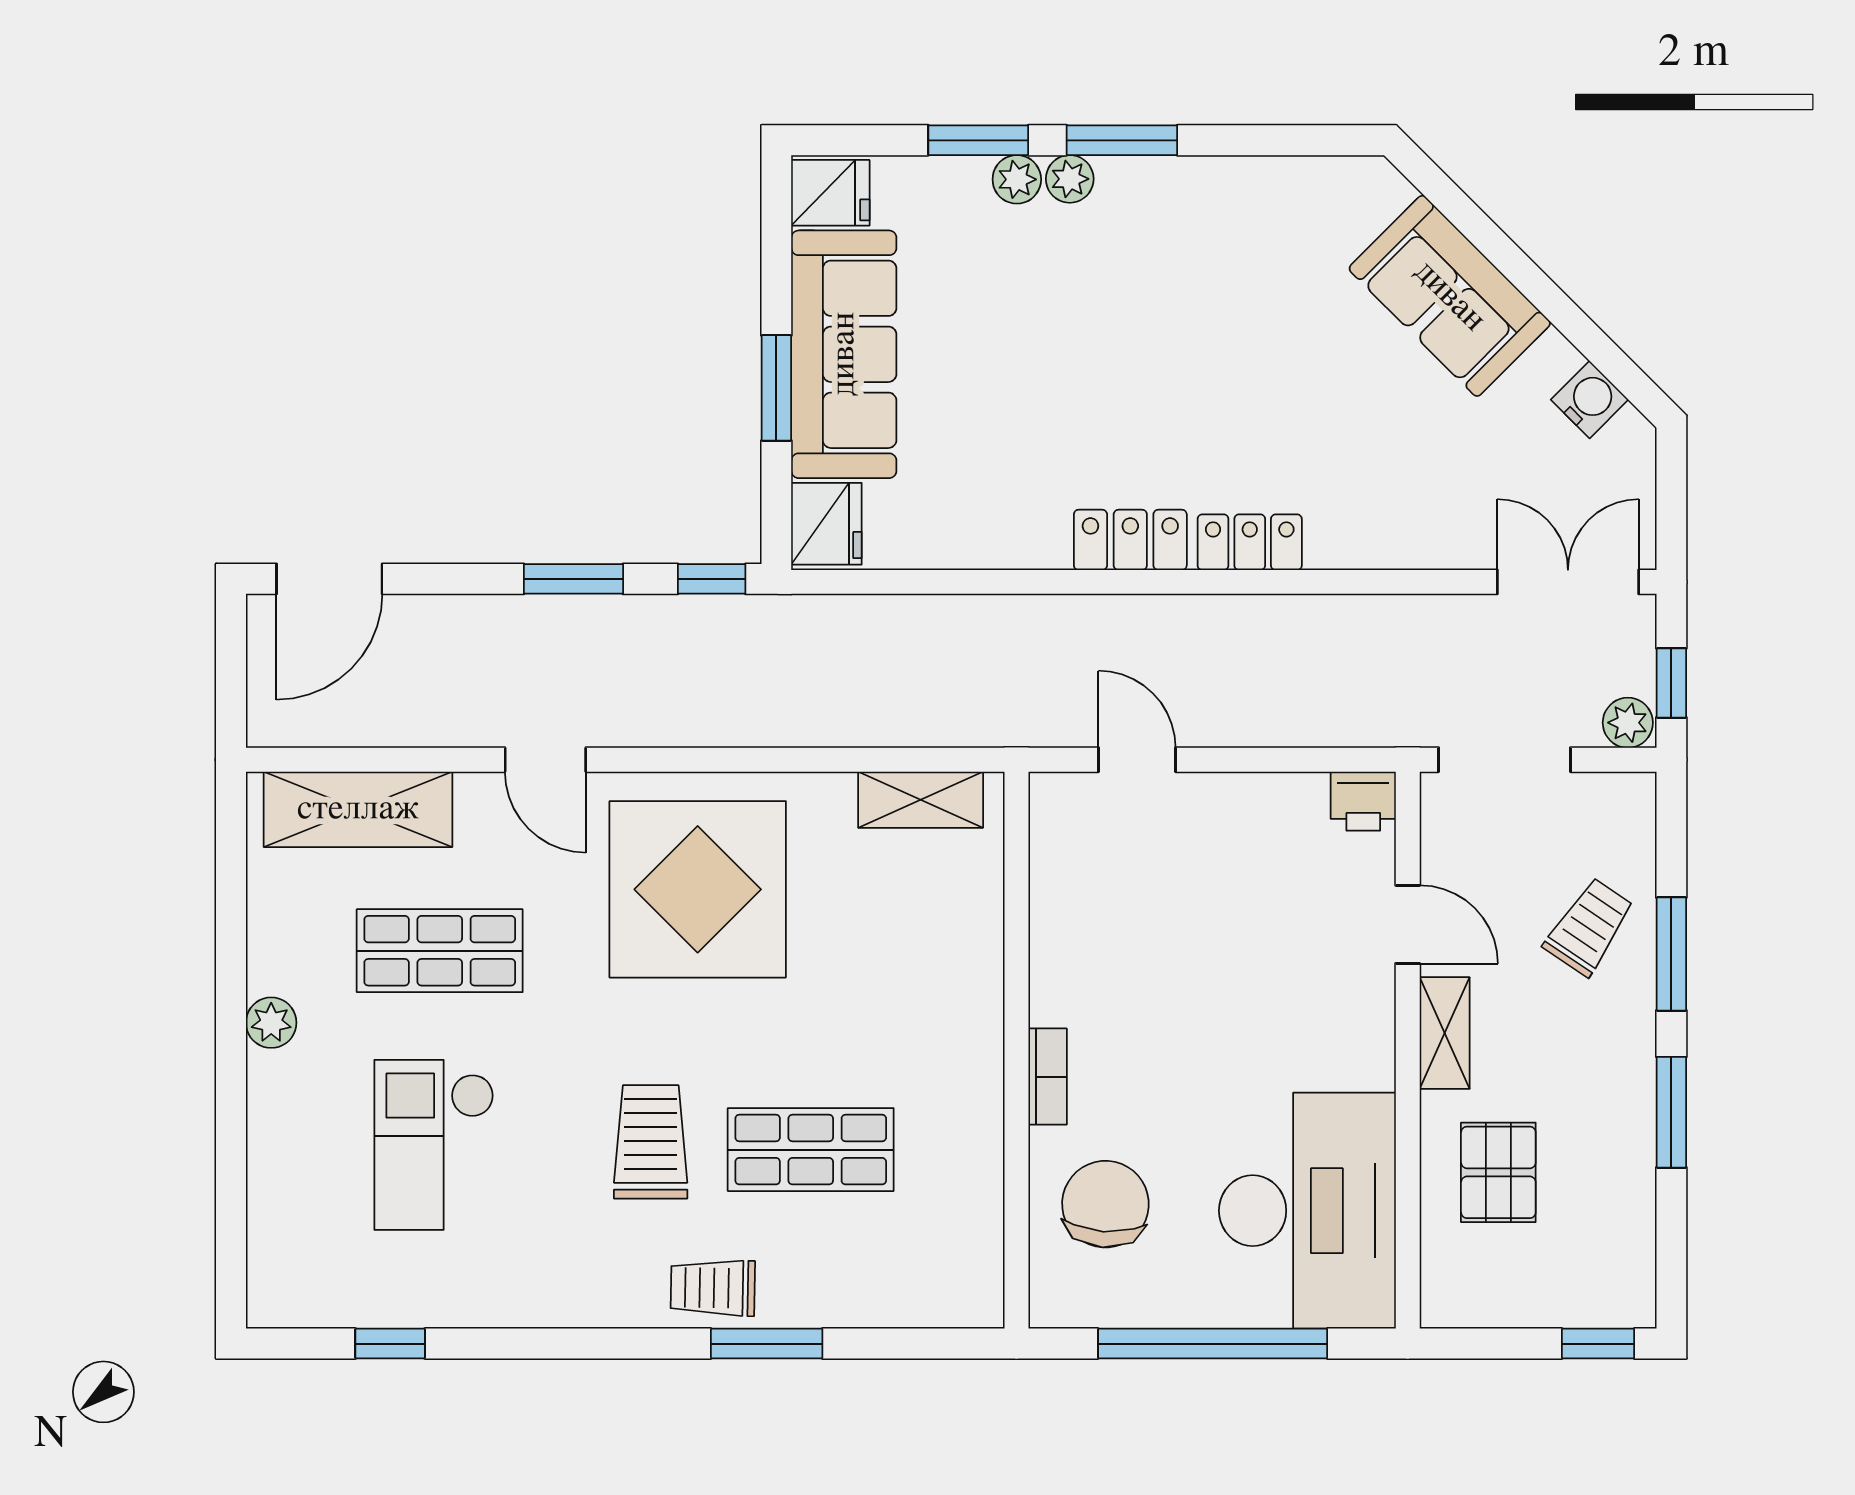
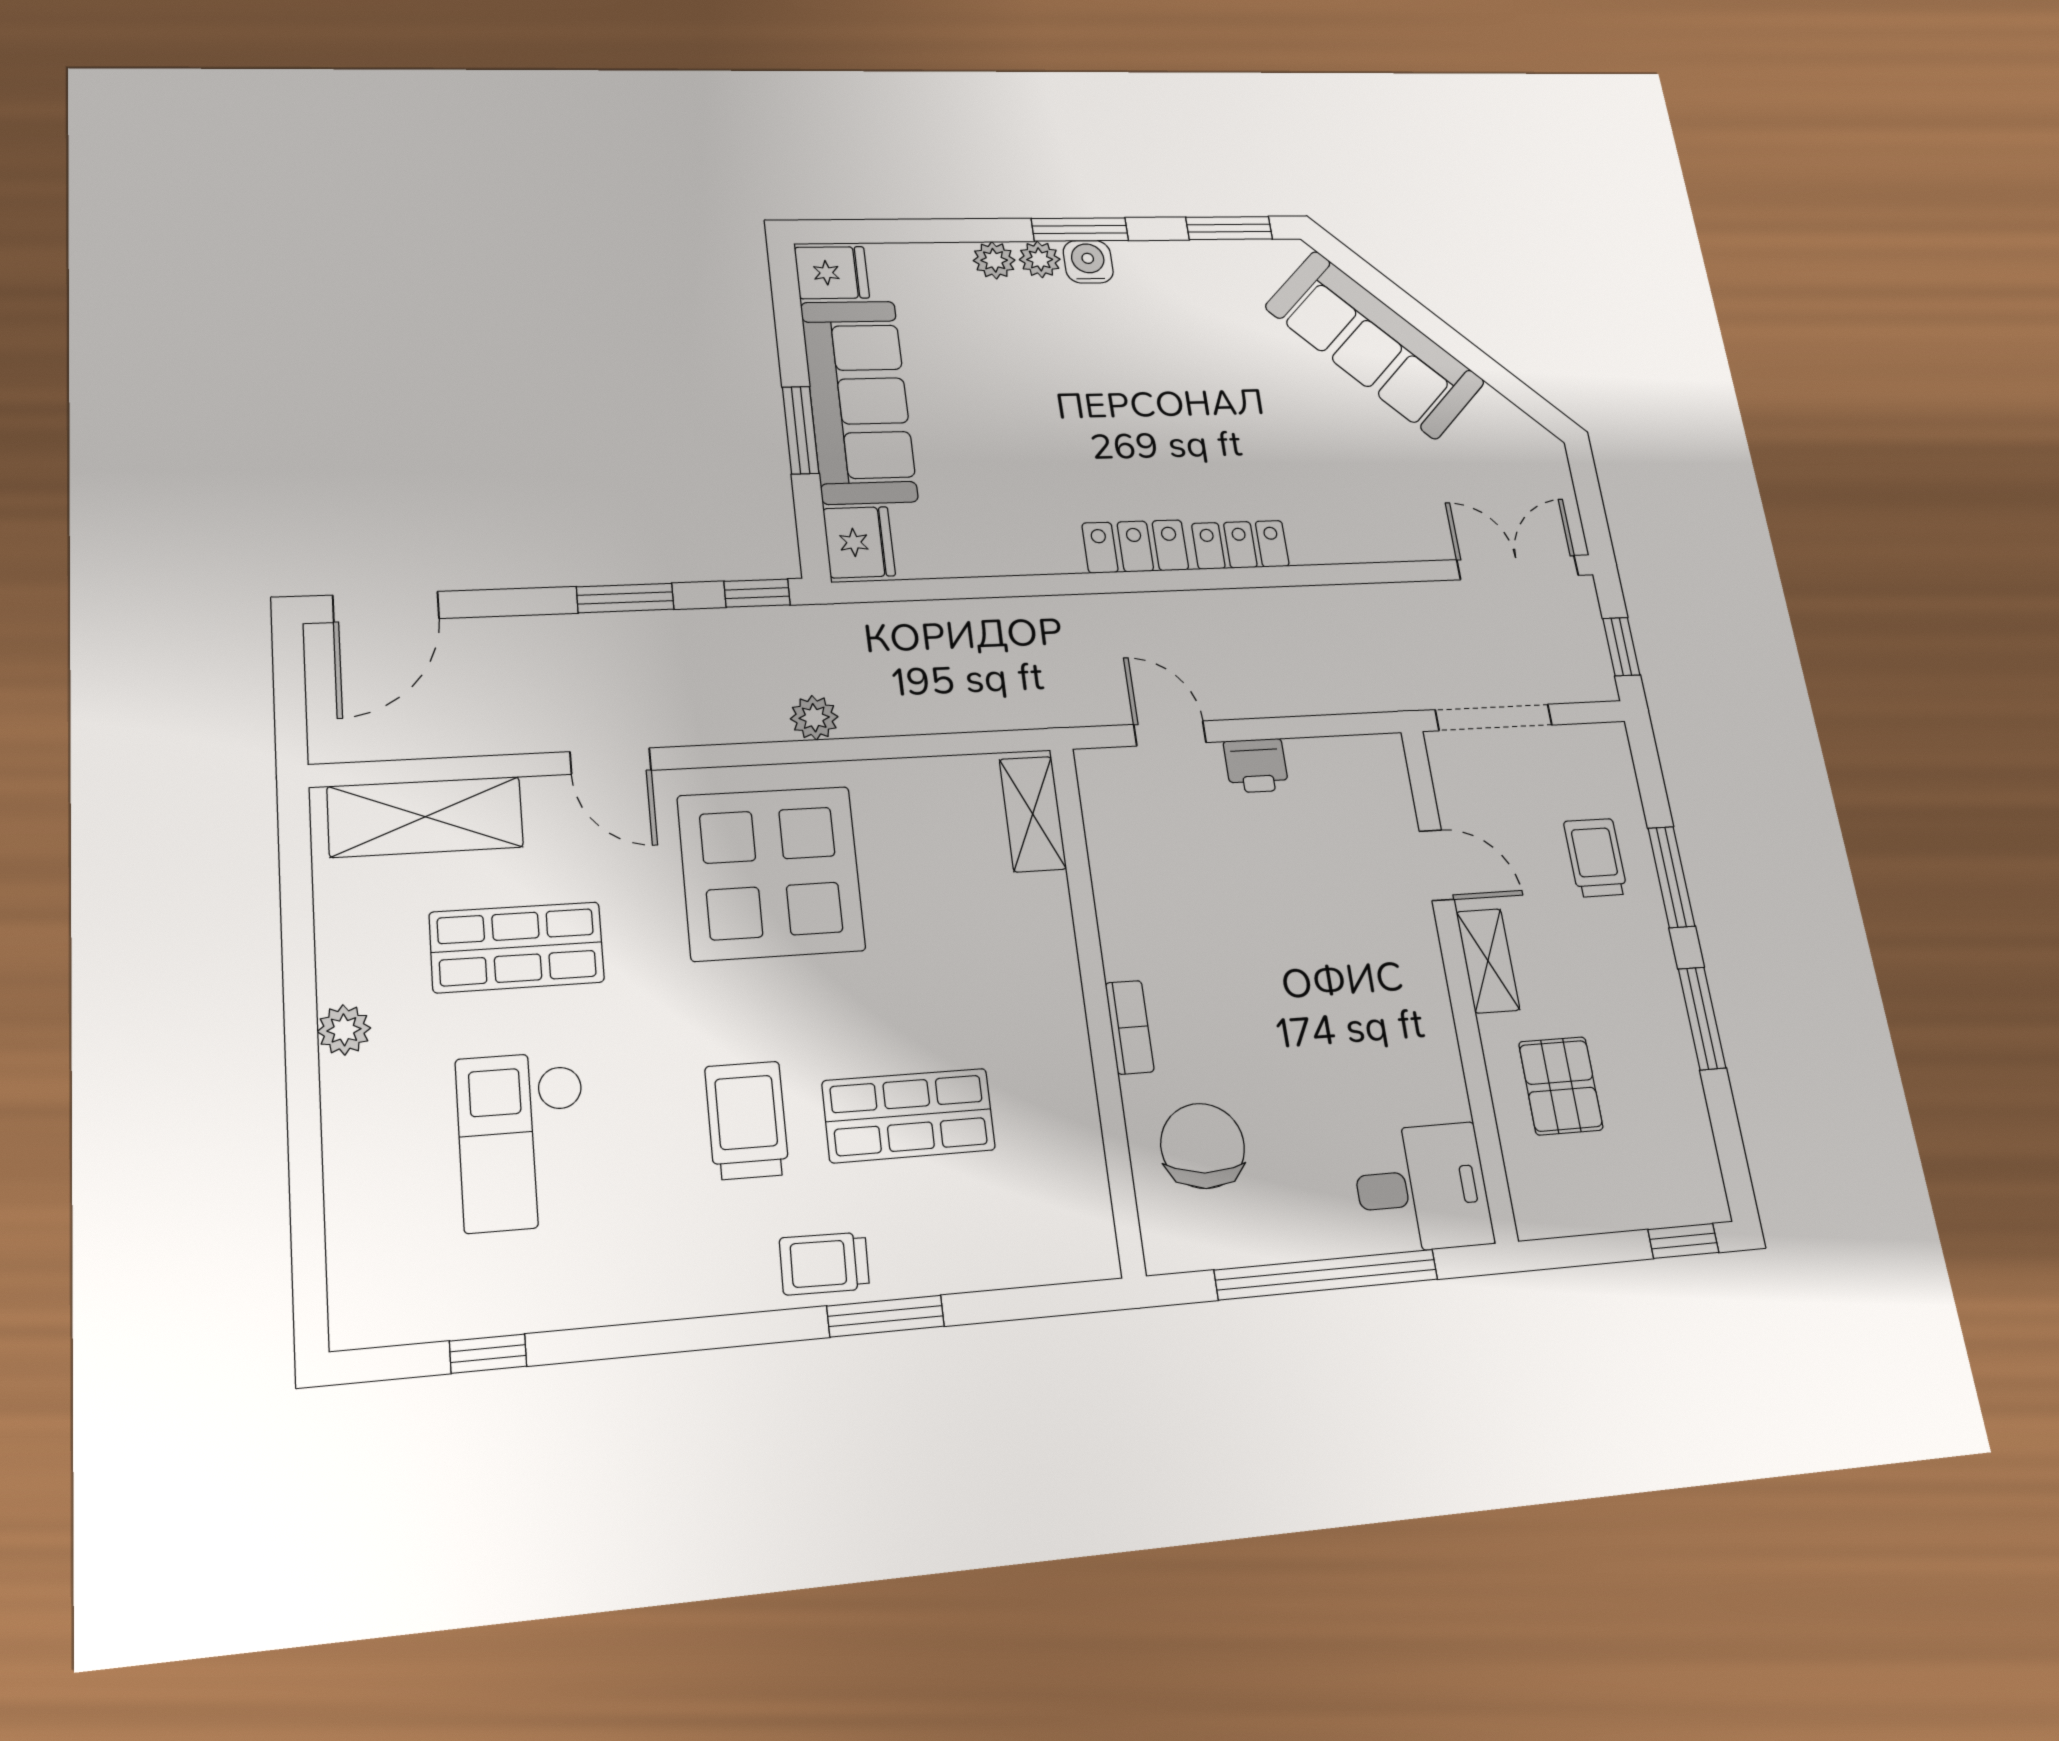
window: (978, 140) -> (1229, 228), moved
sofa: (1450, 296) -> (1375, 345), width x1.36
water cooler: (1590, 400) -> (1088, 262), moved, turned -45
plant: (1628, 723) -> (814, 718), moved
shelving: (921, 800) -> (1033, 814), moved, turned 90
printer: (1363, 801) -> (1256, 766), moved
trolley: (1589, 927) -> (1596, 858), turned -34
desk: (1307, 1211) -> (1422, 1188), width x0.53, depth x0.77

